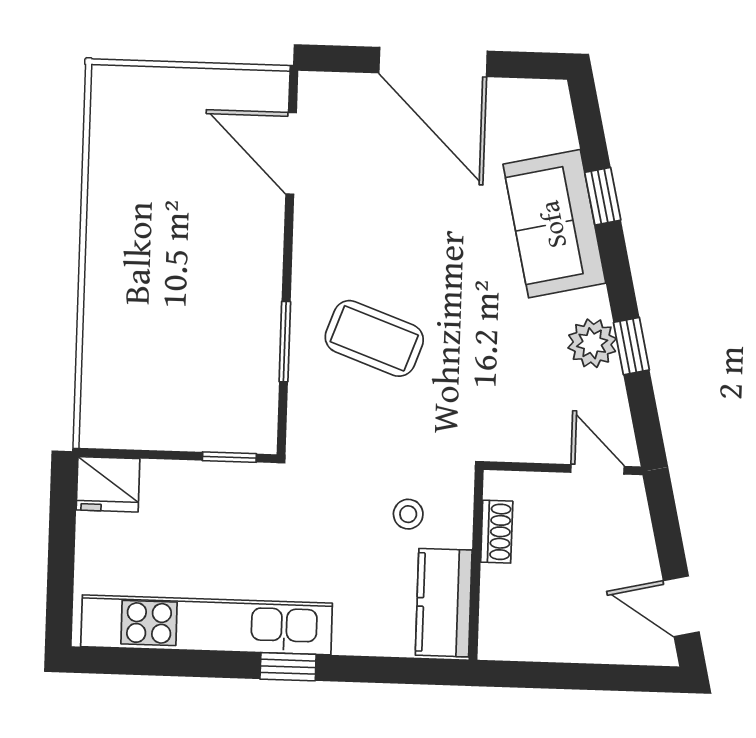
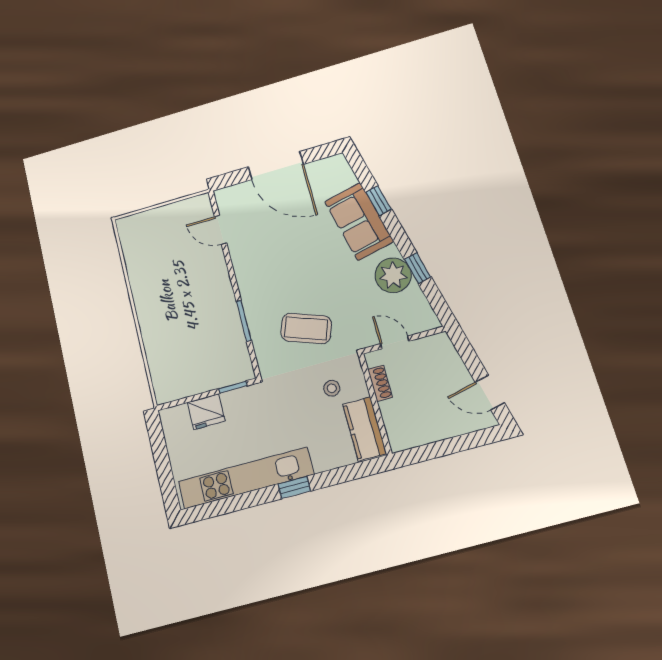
door: (291, 153) -> (221, 230), width x0.73
coffee table: (374, 338) -> (306, 328), moved
plant: (592, 343) -> (393, 275), width x1.36, depth x1.36
door: (597, 469) -> (395, 342), moved
fridge: (108, 484) -> (206, 412), moved

